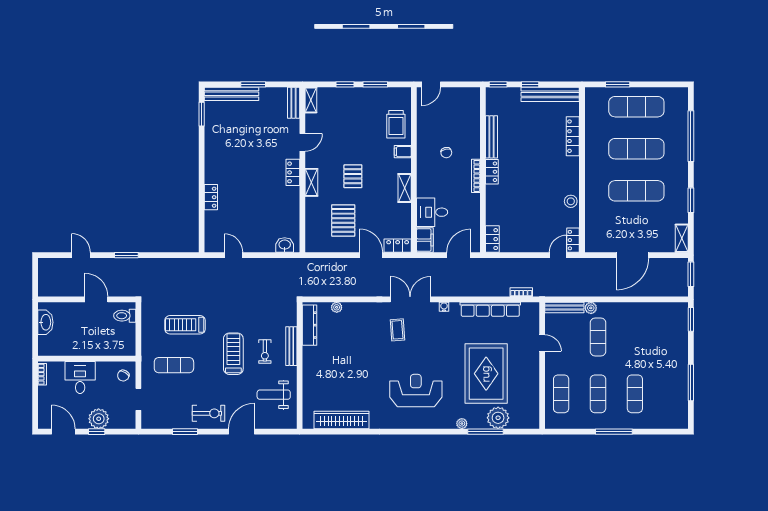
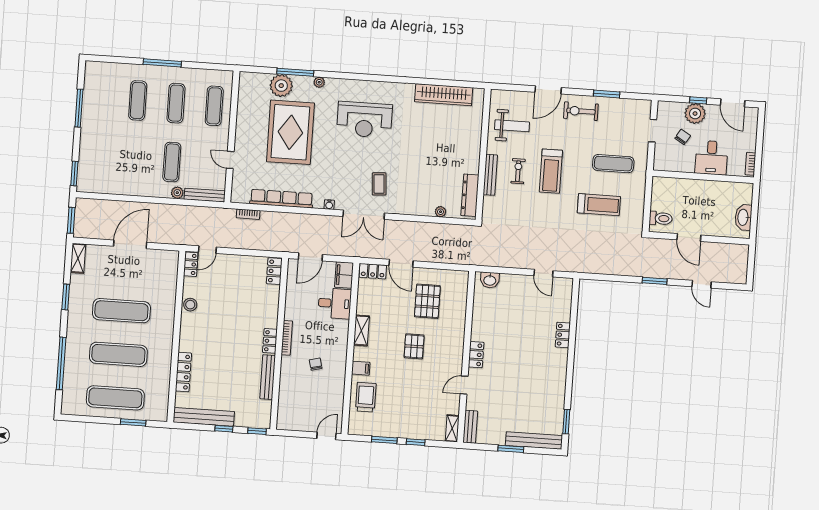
shelving: (311, 182) -> (458, 343), removed
chair: (123, 376) -> (683, 137), moved

